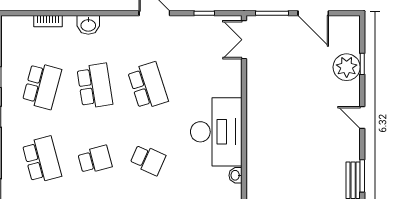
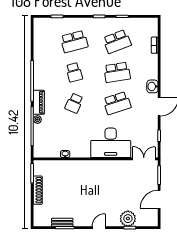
washbasin: (88, 25) -> (152, 86), moved
school desk: (42, 86) -> (117, 42), turned -36
desk: (216, 132) -> (111, 143), moved

